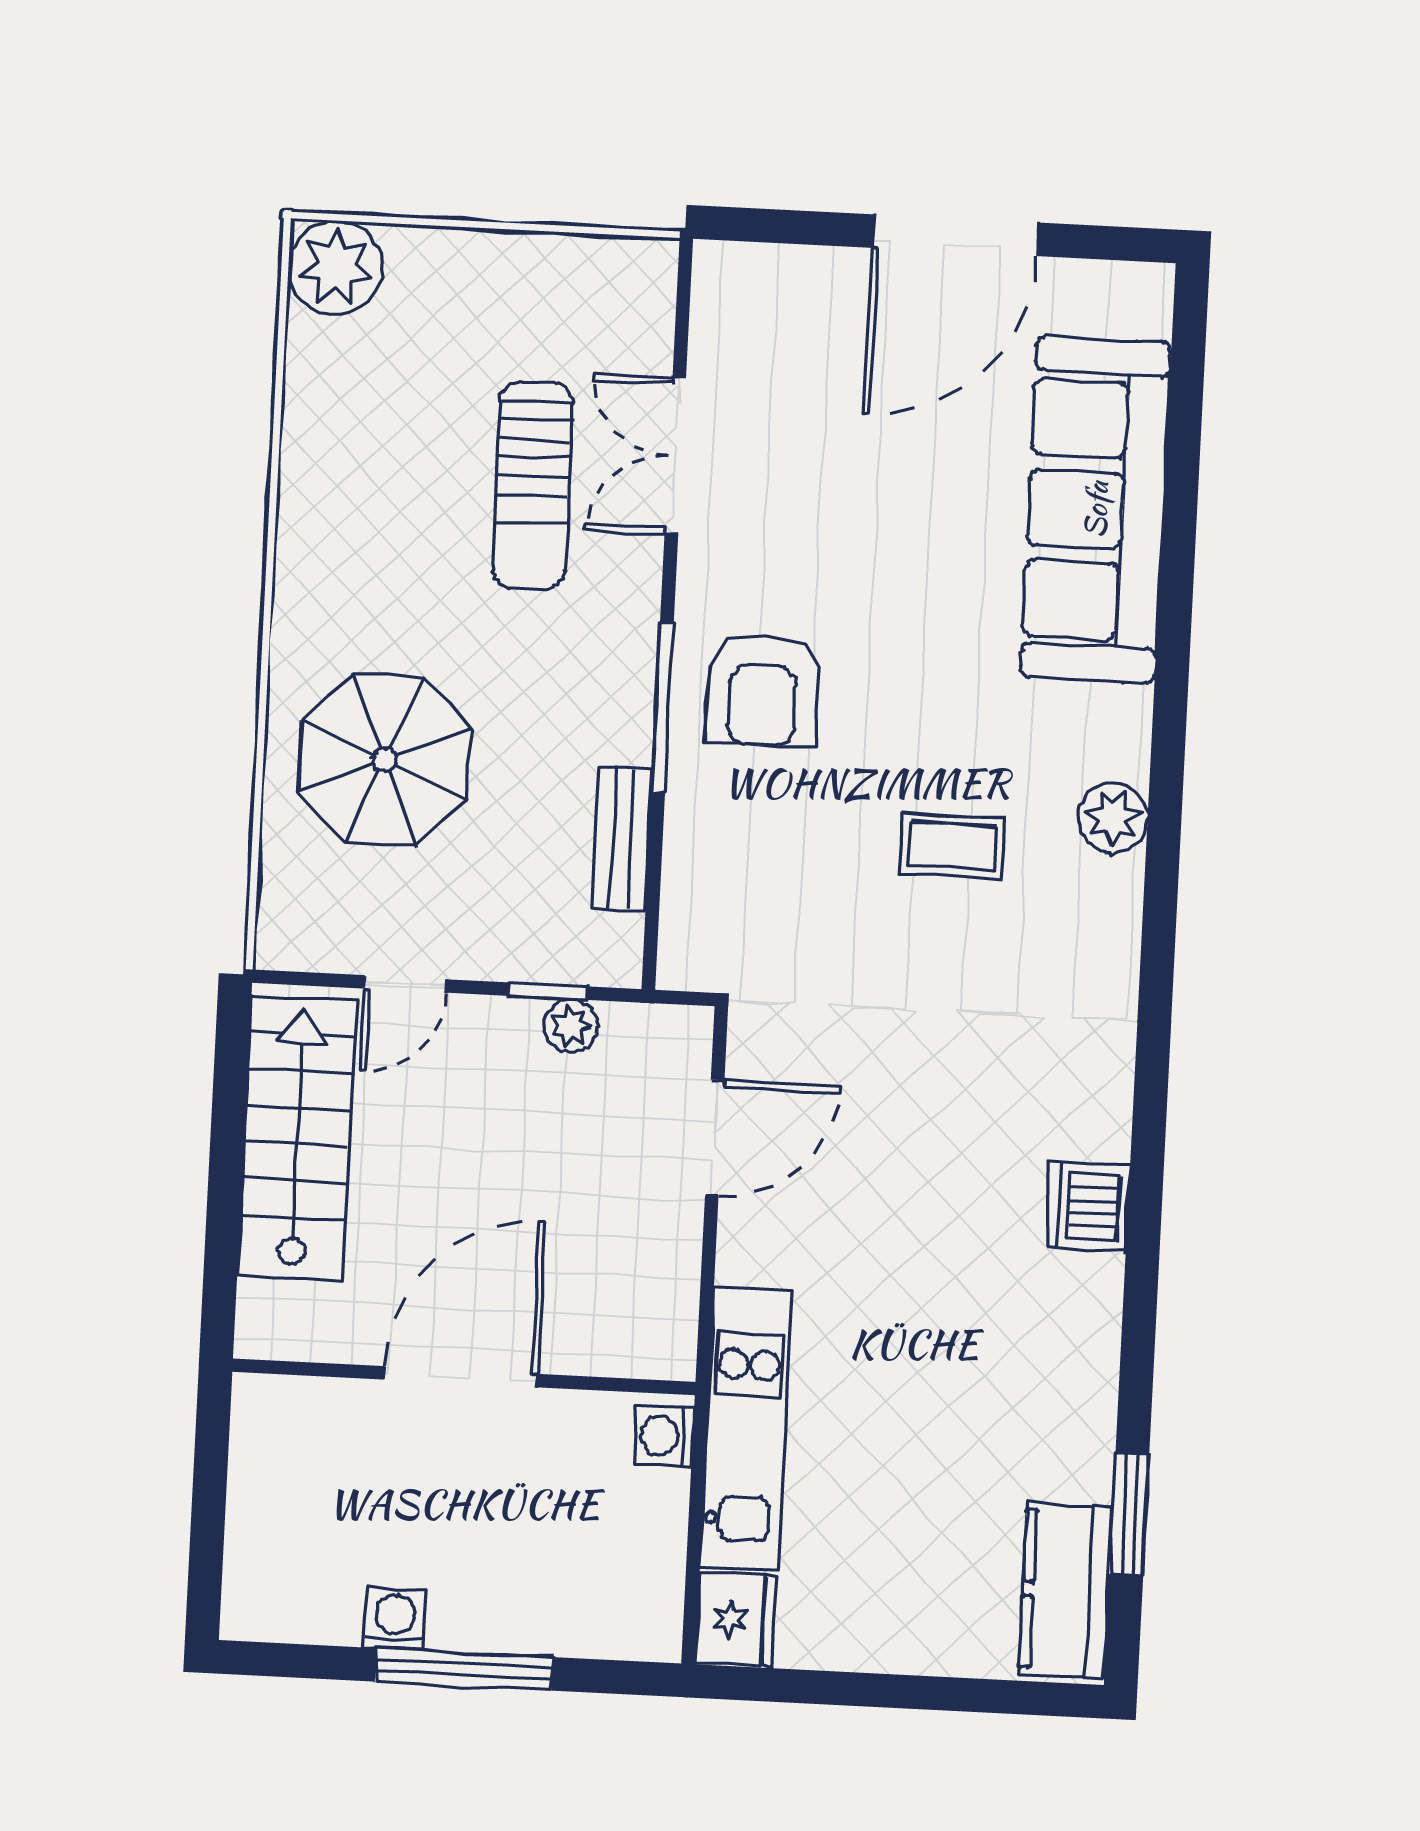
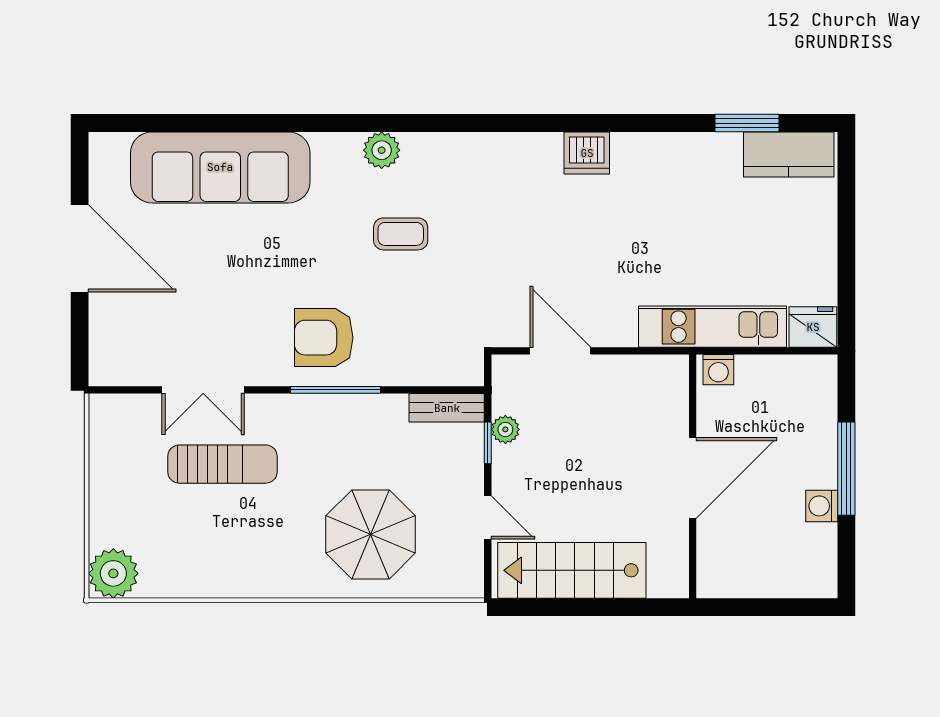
armchair: (763, 690) -> (324, 338), turned 180
bench: (622, 839) -> (447, 408), moved
coffee table: (952, 846) -> (401, 234), turned 90
door: (461, 1377) -> (693, 478), swing flipped

